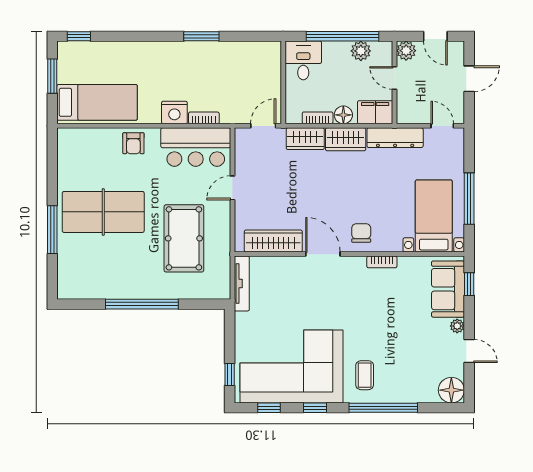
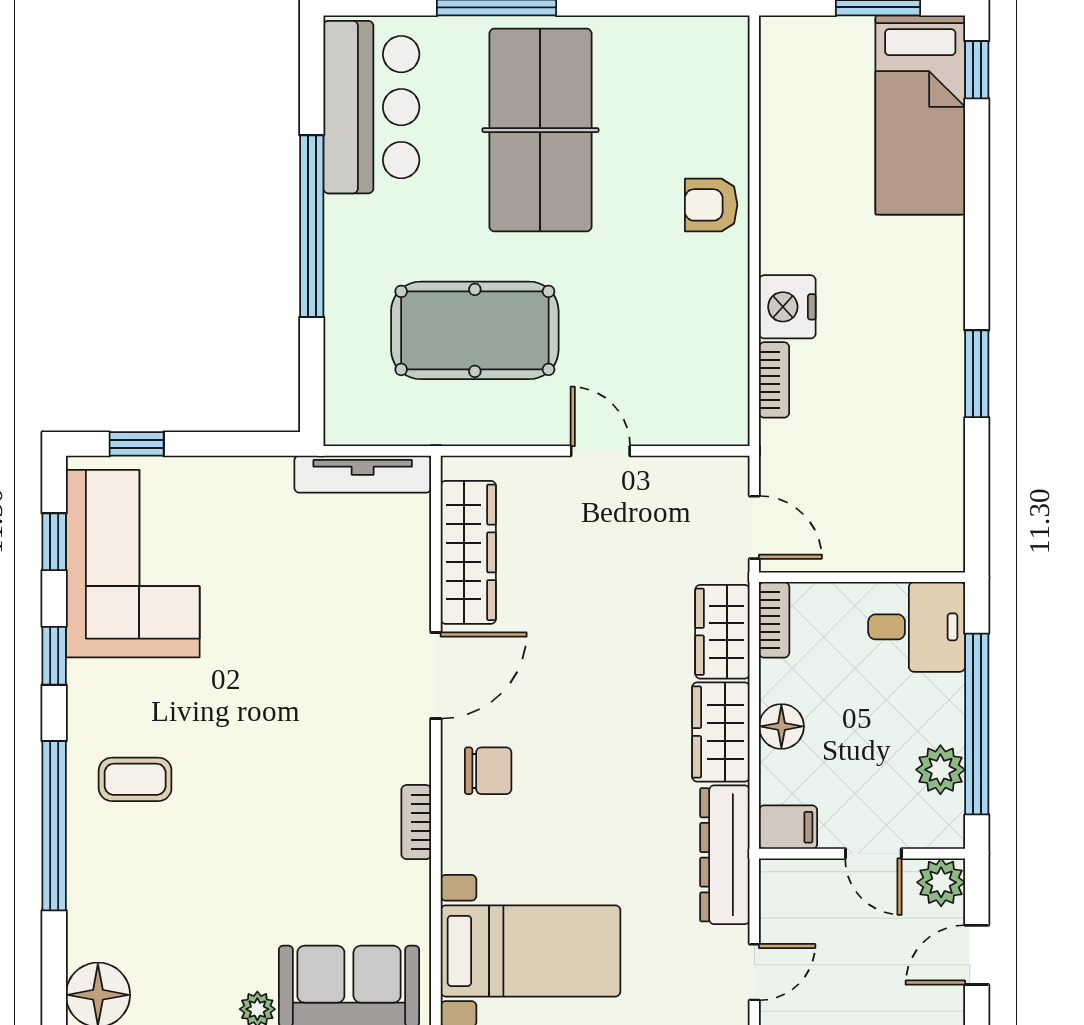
door: (395, 78) -> (873, 854), swing flipped
bed: (97, 102) -> (920, 115), moved
filing cabinet: (375, 112) -> (788, 827), width x0.50
bookcase: (318, 118) -> (774, 620), moved
bar counter: (196, 147) -> (371, 107), moved, turned 180
corner sofa: (291, 366) -> (133, 564), width x0.73, depth x0.74

